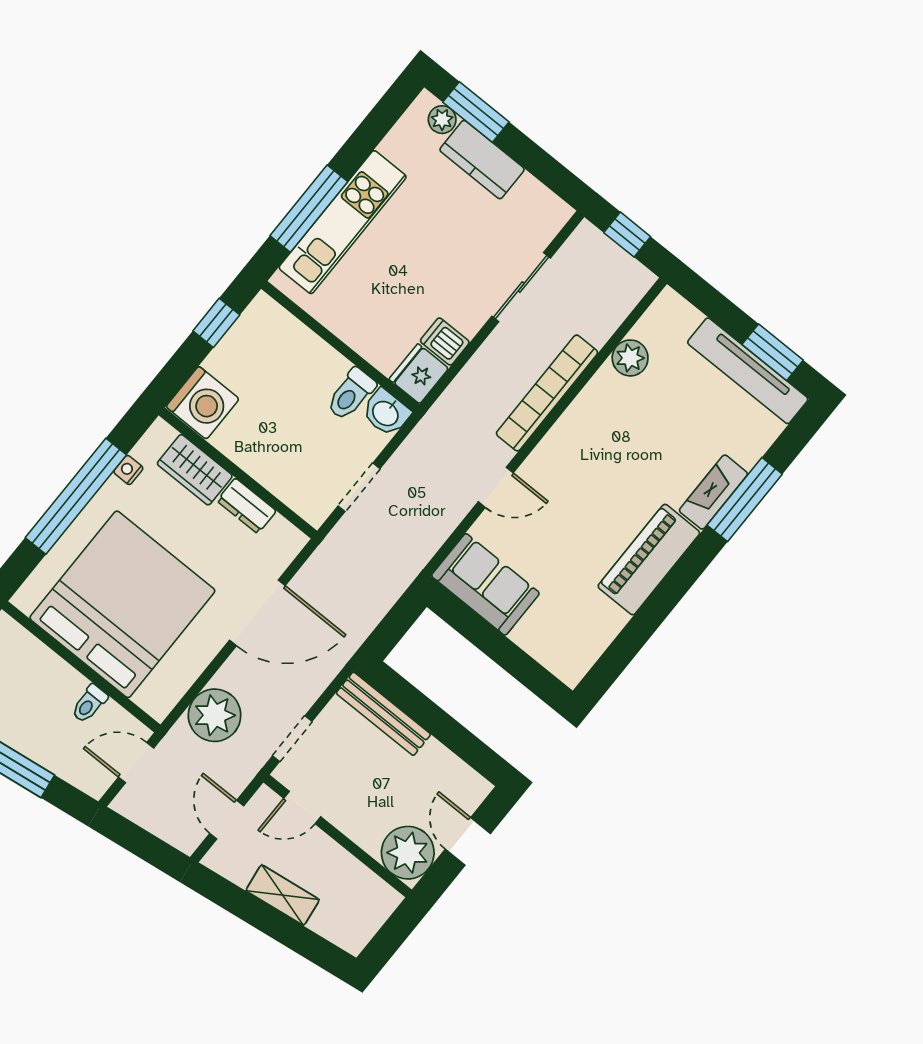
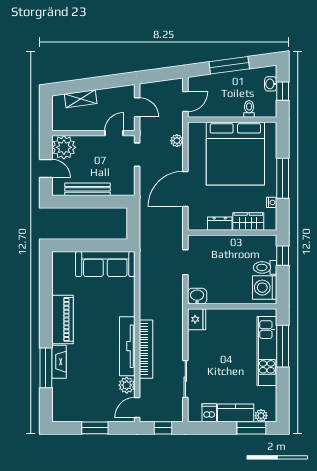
window: (216, 323) -> (283, 256), moved
dishwasher: (445, 341) -> (209, 413), moved, turned -90
window: (773, 352) -> (95, 428), moved
tv unit: (748, 371) -> (127, 346), moved, turned -90
toilet: (351, 394) -> (265, 267), moved, turned -90
washing machine: (203, 403) -> (265, 288), moved
door: (496, 487) -> (137, 407), moved
window: (76, 496) -> (283, 178), width x0.68
sofa: (485, 584) -> (105, 264), width x1.36
toilet: (89, 704) -> (249, 109), moved
bench: (383, 714) -> (88, 189), moved
plant: (215, 715) -> (177, 141), width x0.53, depth x0.53
shelving: (283, 895) -> (81, 99), moved

